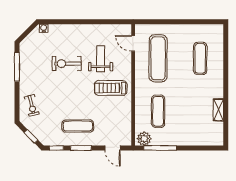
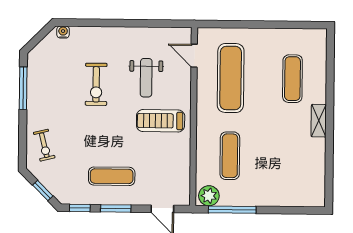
weight bench: (101, 59) -> (146, 78), turned 180
exercise bike: (67, 64) -> (96, 84), turned -90
shelving: (218, 110) -> (319, 121), moved

